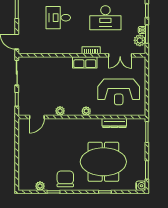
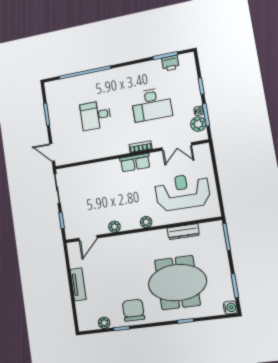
reception desk: (119, 92) -> (182, 192), turned 180
tv unit: (23, 153) -> (78, 284), added

